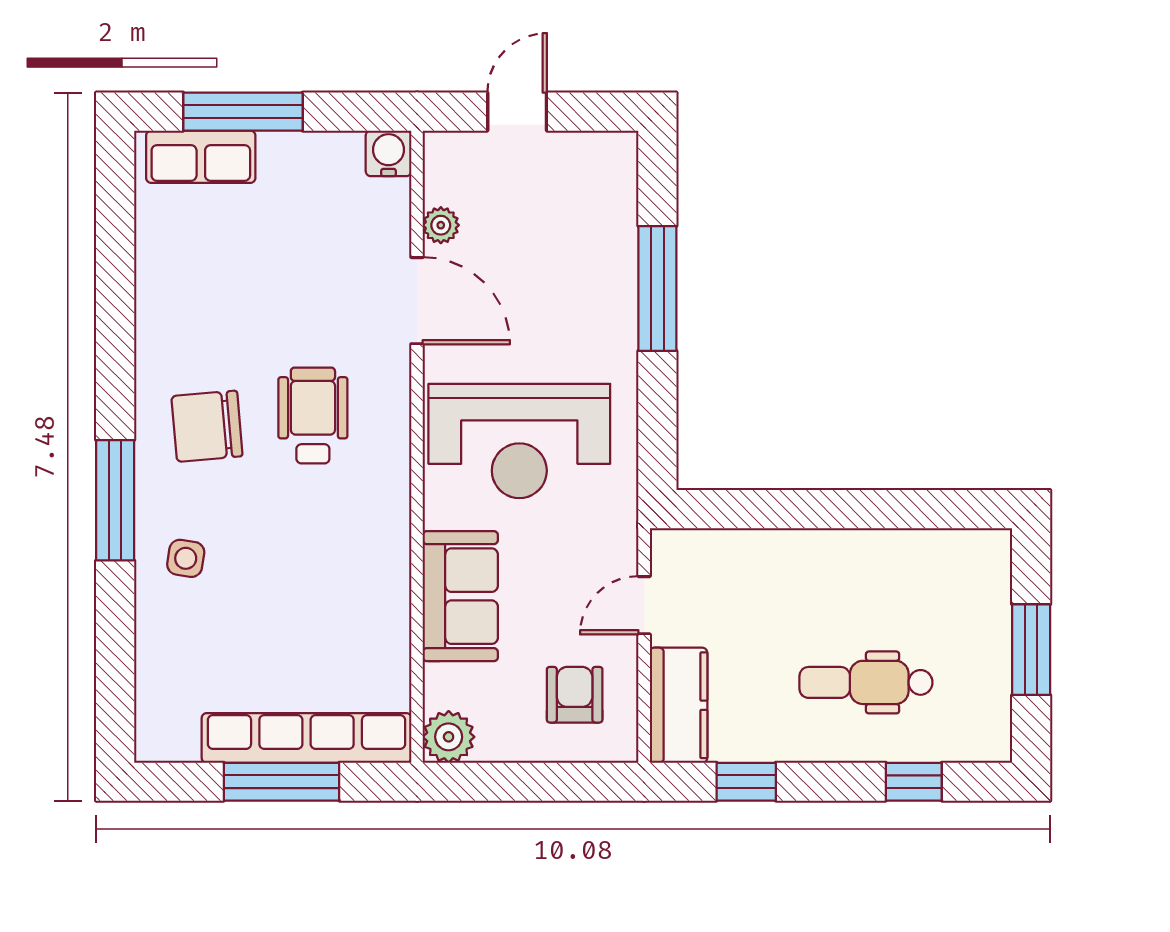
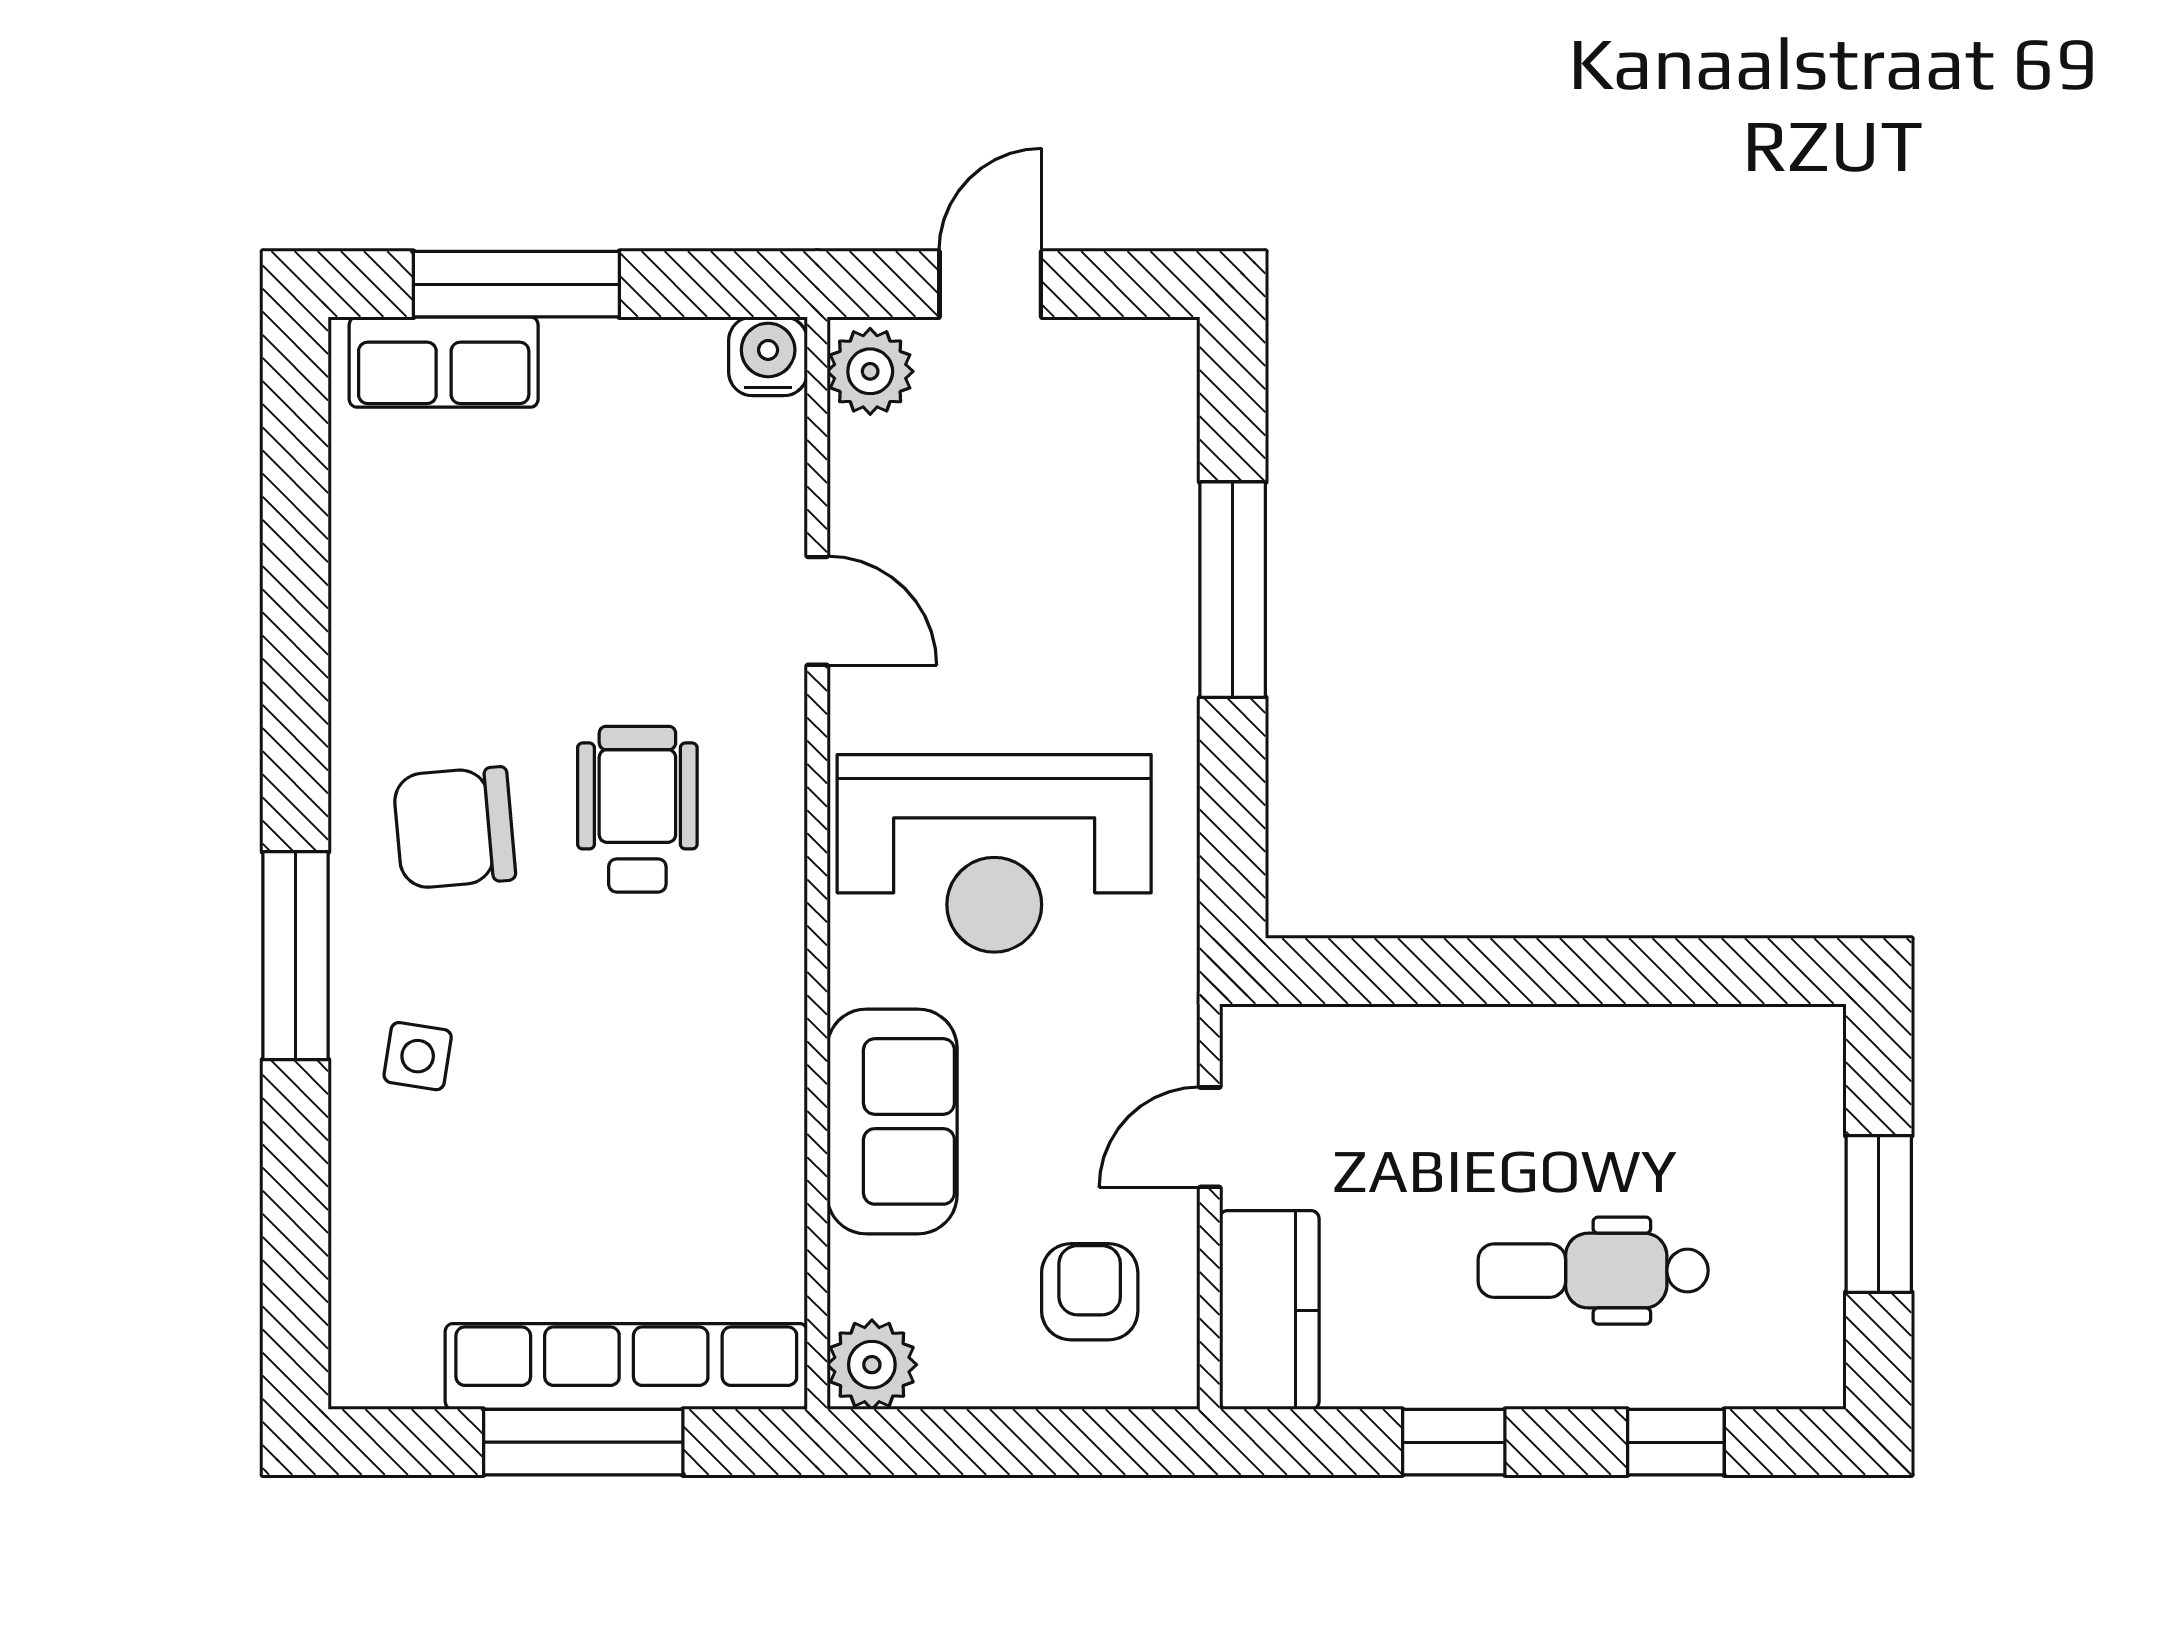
plant: (441, 225) -> (870, 371), moved, width x1.38, depth x1.38
door: (417, 301) -> (817, 611), width x0.73
window: (746, 782) -> (1454, 1442), moved

